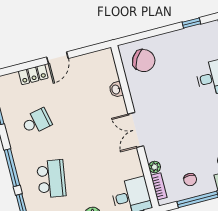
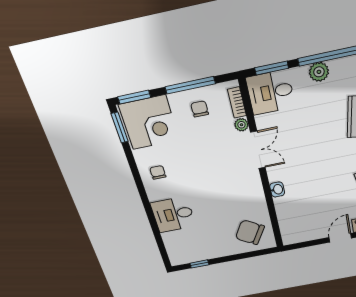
washbasin: (116, 89) -> (277, 189), moved
double door: (136, 130) -> (258, 150), moved

